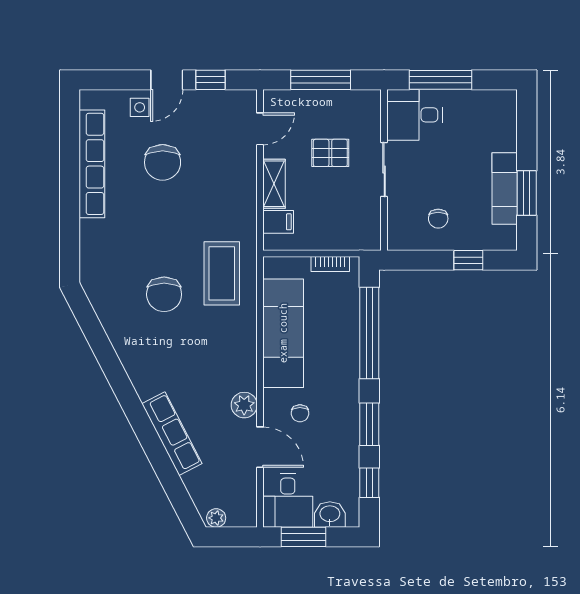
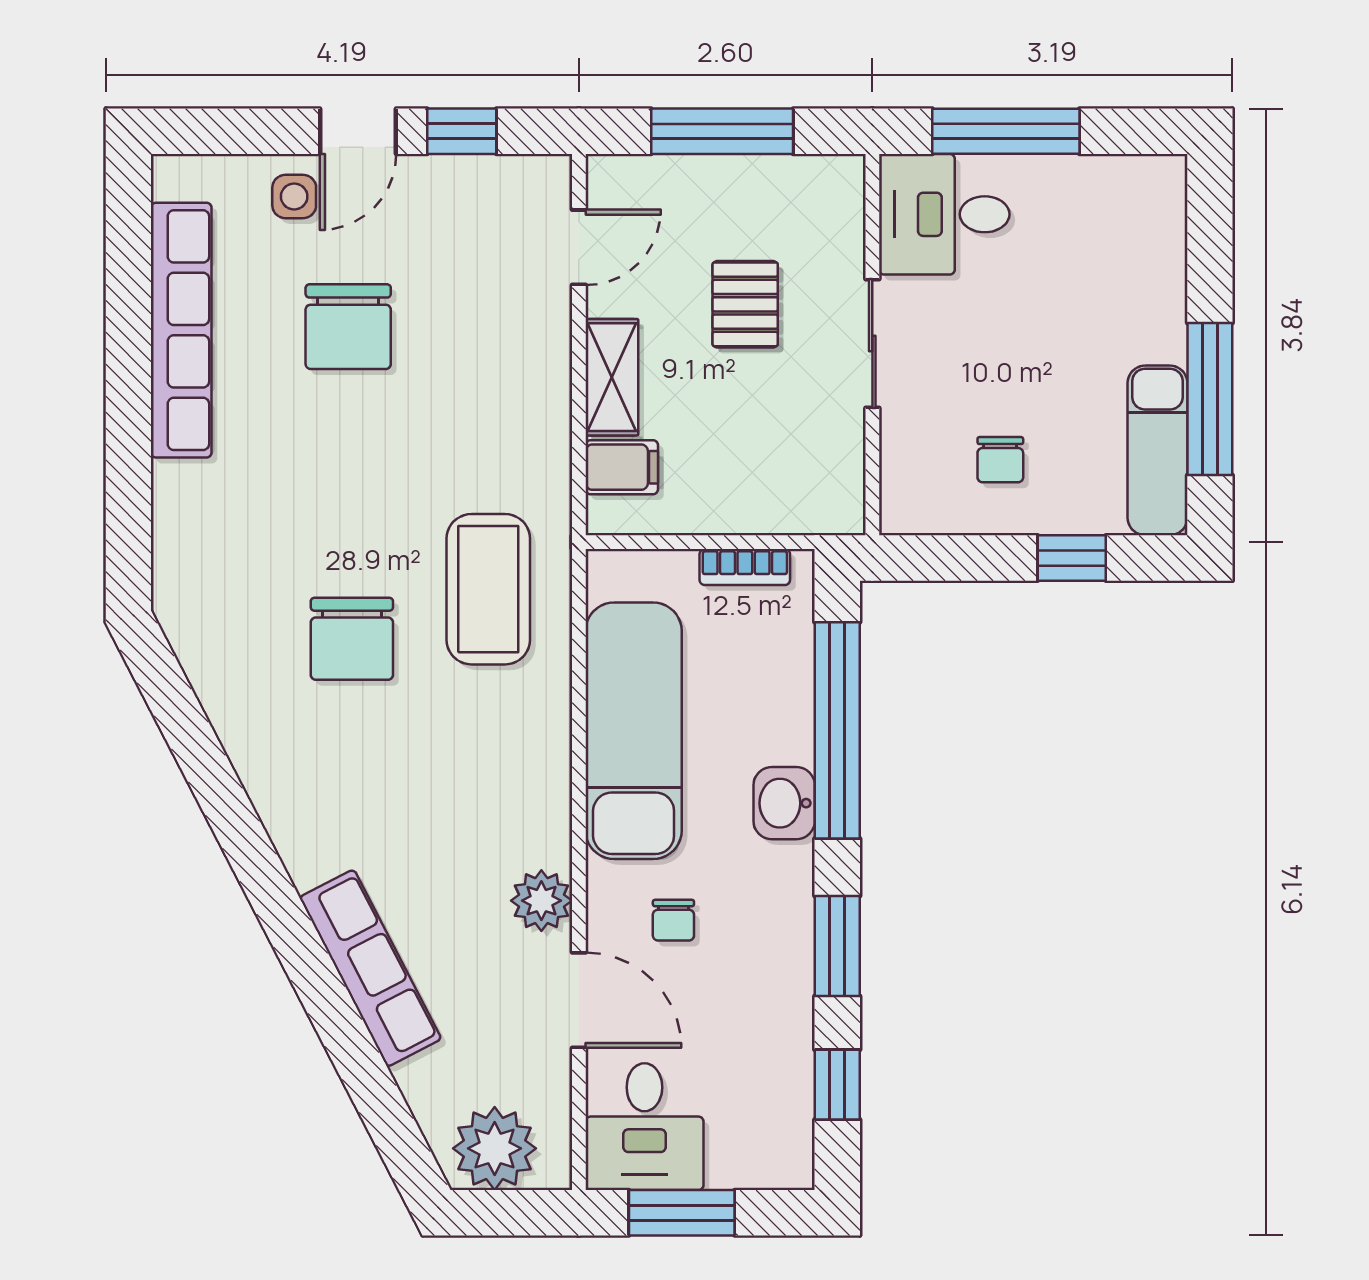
pallet: (330, 153) -> (745, 304), turned 90
exam couch: (505, 188) -> (1157, 450), moved
window: (527, 193) -> (1210, 399), width x1.44
washbasin: (330, 514) -> (784, 803), moved, turned -90
plant: (216, 518) -> (495, 1148), width x1.88, depth x1.88

